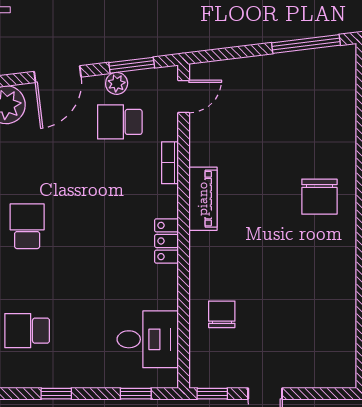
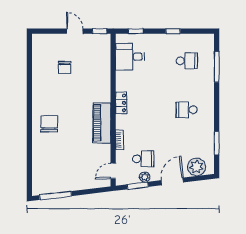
piano: (203, 199) -> (102, 123), width x1.37, depth x1.33
school desk: (27, 226) -> (187, 110), turned 90
chair: (222, 314) -> (65, 68), moved

